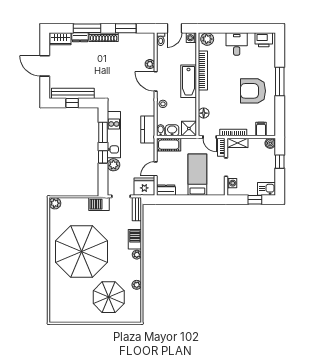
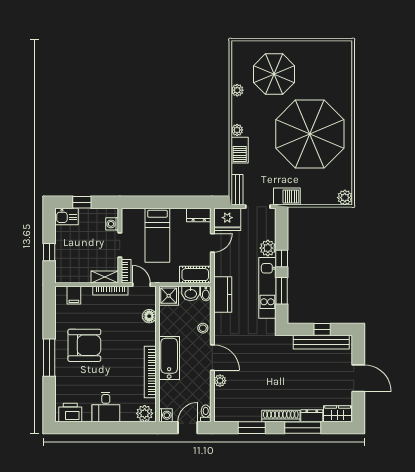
boiler: (270, 143) -> (62, 276), removed

